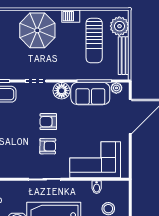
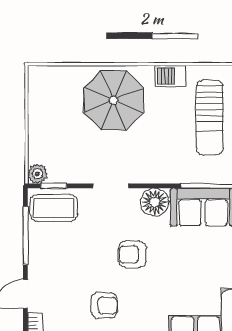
armchair: (48, 146) -> (104, 305), moved

